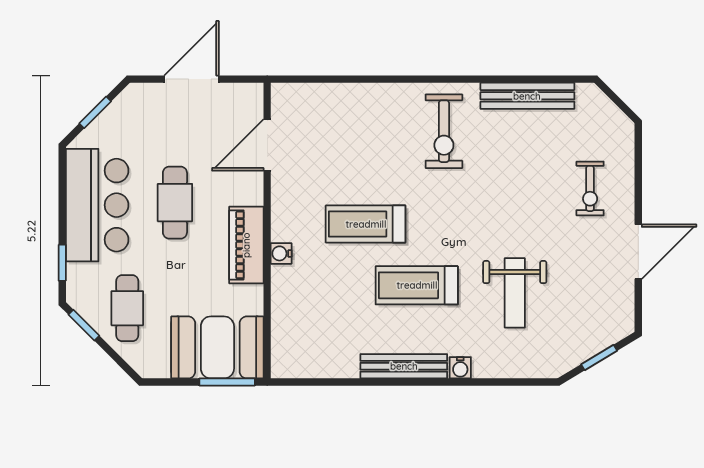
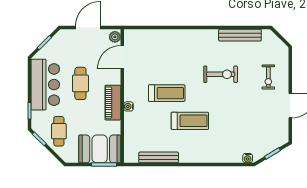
plant: (251, 100) -> (115, 37), added
exercise bike: (444, 131) -> (221, 74), moved, turned -90
treadmill: (366, 224) -> (167, 93), turned 180
treadmill: (417, 285) -> (190, 121), turned 180
weight bench: (515, 293) -> (234, 124), removed
bench: (404, 366) -> (159, 157), moved
water cooler: (460, 368) -> (248, 158), moved

